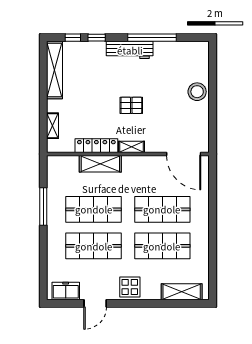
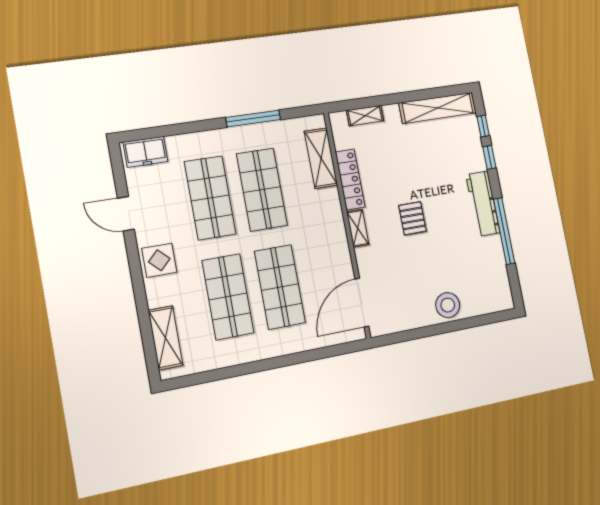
shelving: (100, 164) -> (321, 158), moved
freezer: (66, 291) -> (145, 152), moved, turned 90

